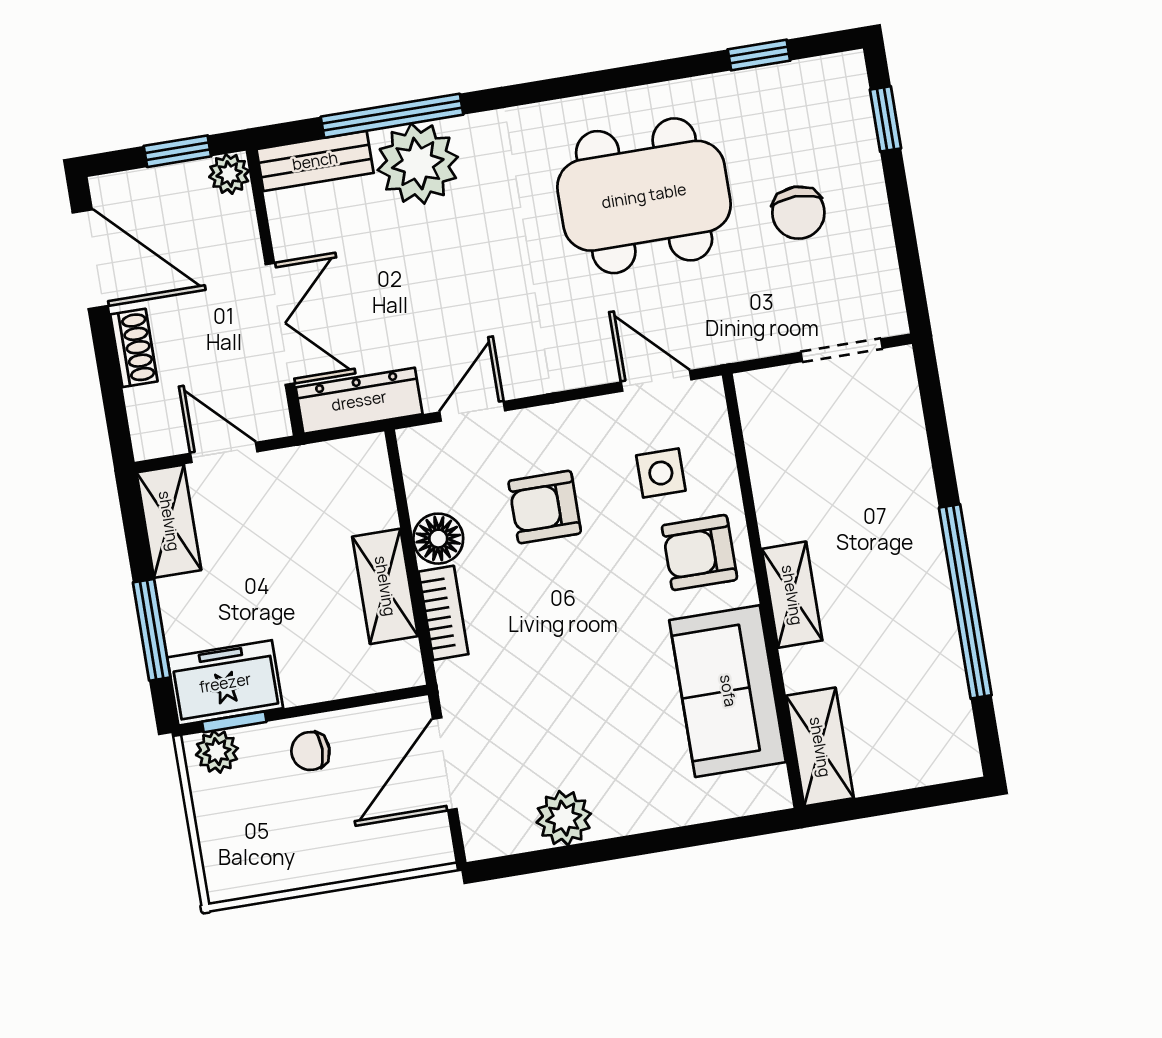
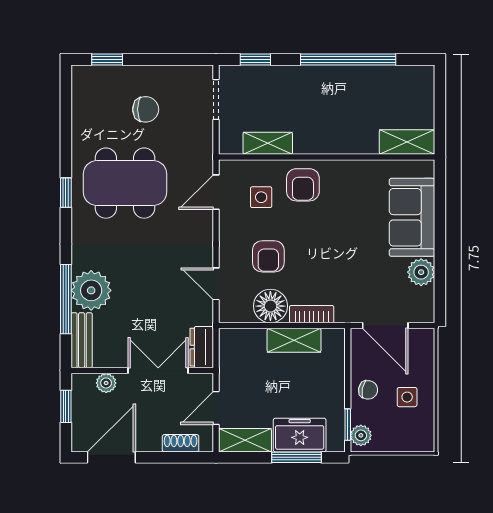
window: (759, 55) -> (66, 193), moved
plant: (229, 174) -> (106, 383), moved
dining table: (644, 196) -> (125, 183), turned 90
shoe rack: (134, 348) -> (181, 443), moved
dresser: (359, 401) -> (202, 347), width x0.70
window: (935, 416) -> (255, 60), added
floor lamp: (438, 539) -> (270, 306), width x1.38, depth x1.38
shelving: (792, 595) -> (268, 143), moved
freezer: (225, 683) -> (300, 435), moved, turned 90
sofa: (728, 691) -> (412, 217), moved, turned 90
chair: (310, 751) -> (368, 390), turned -79
side table: (309, 831) -> (407, 397), added

